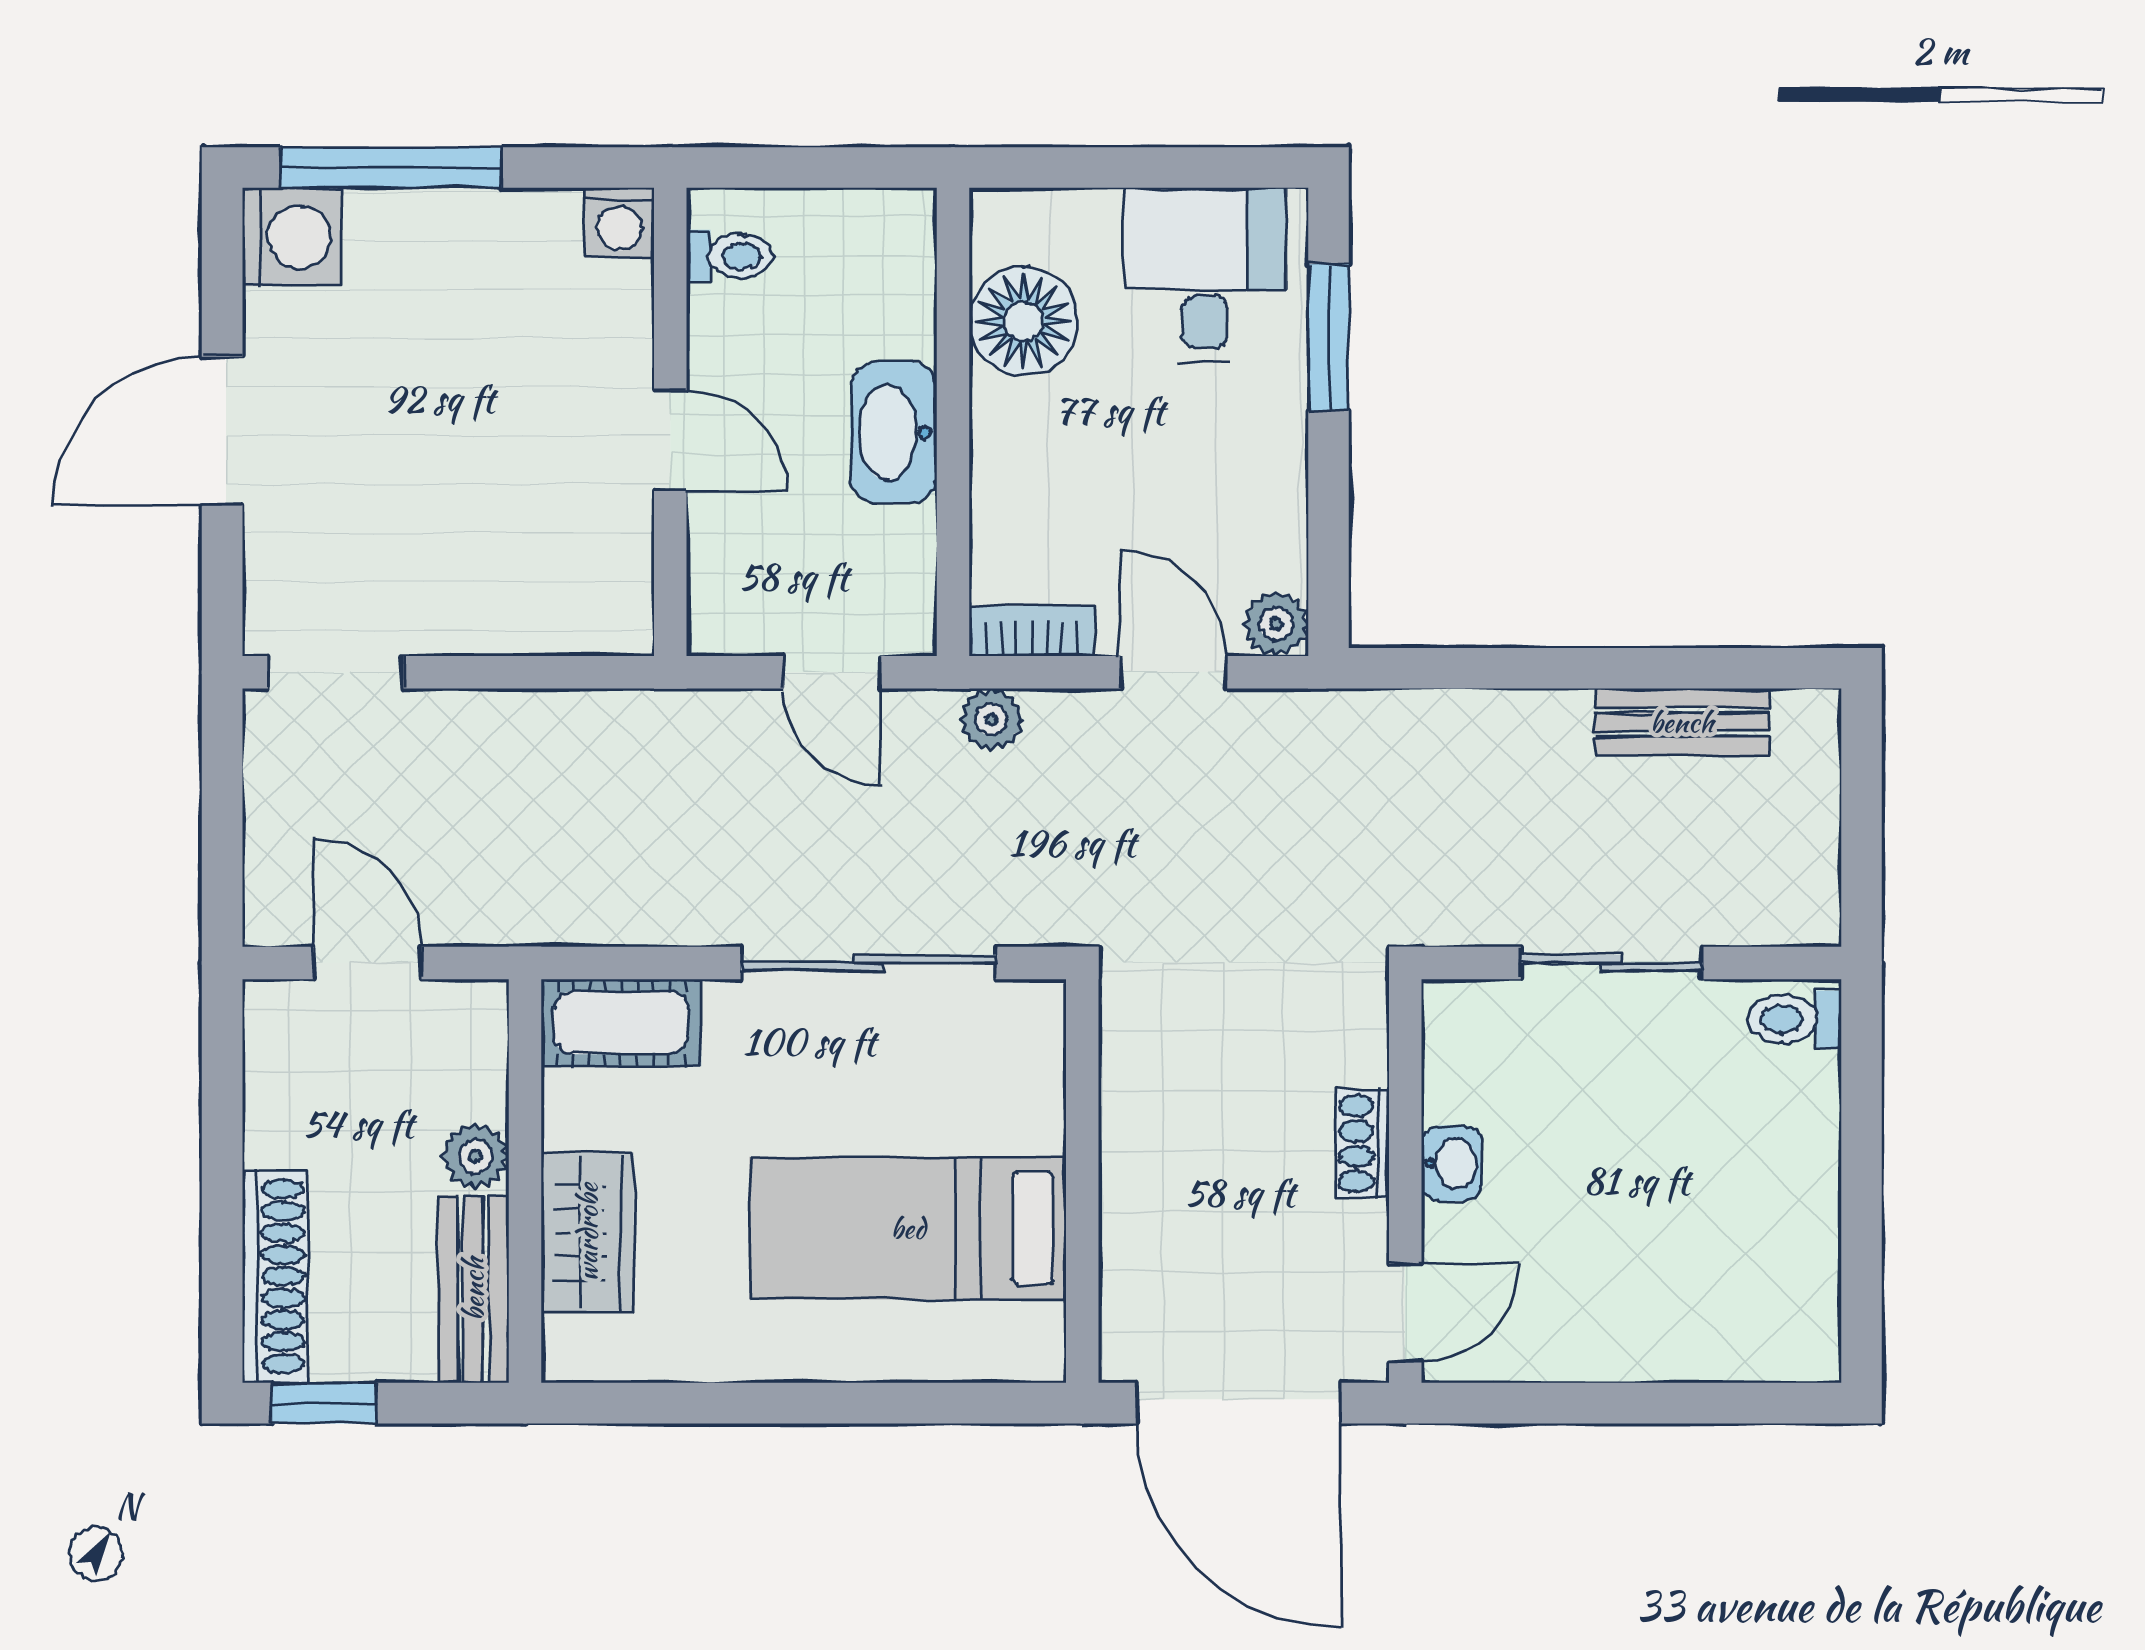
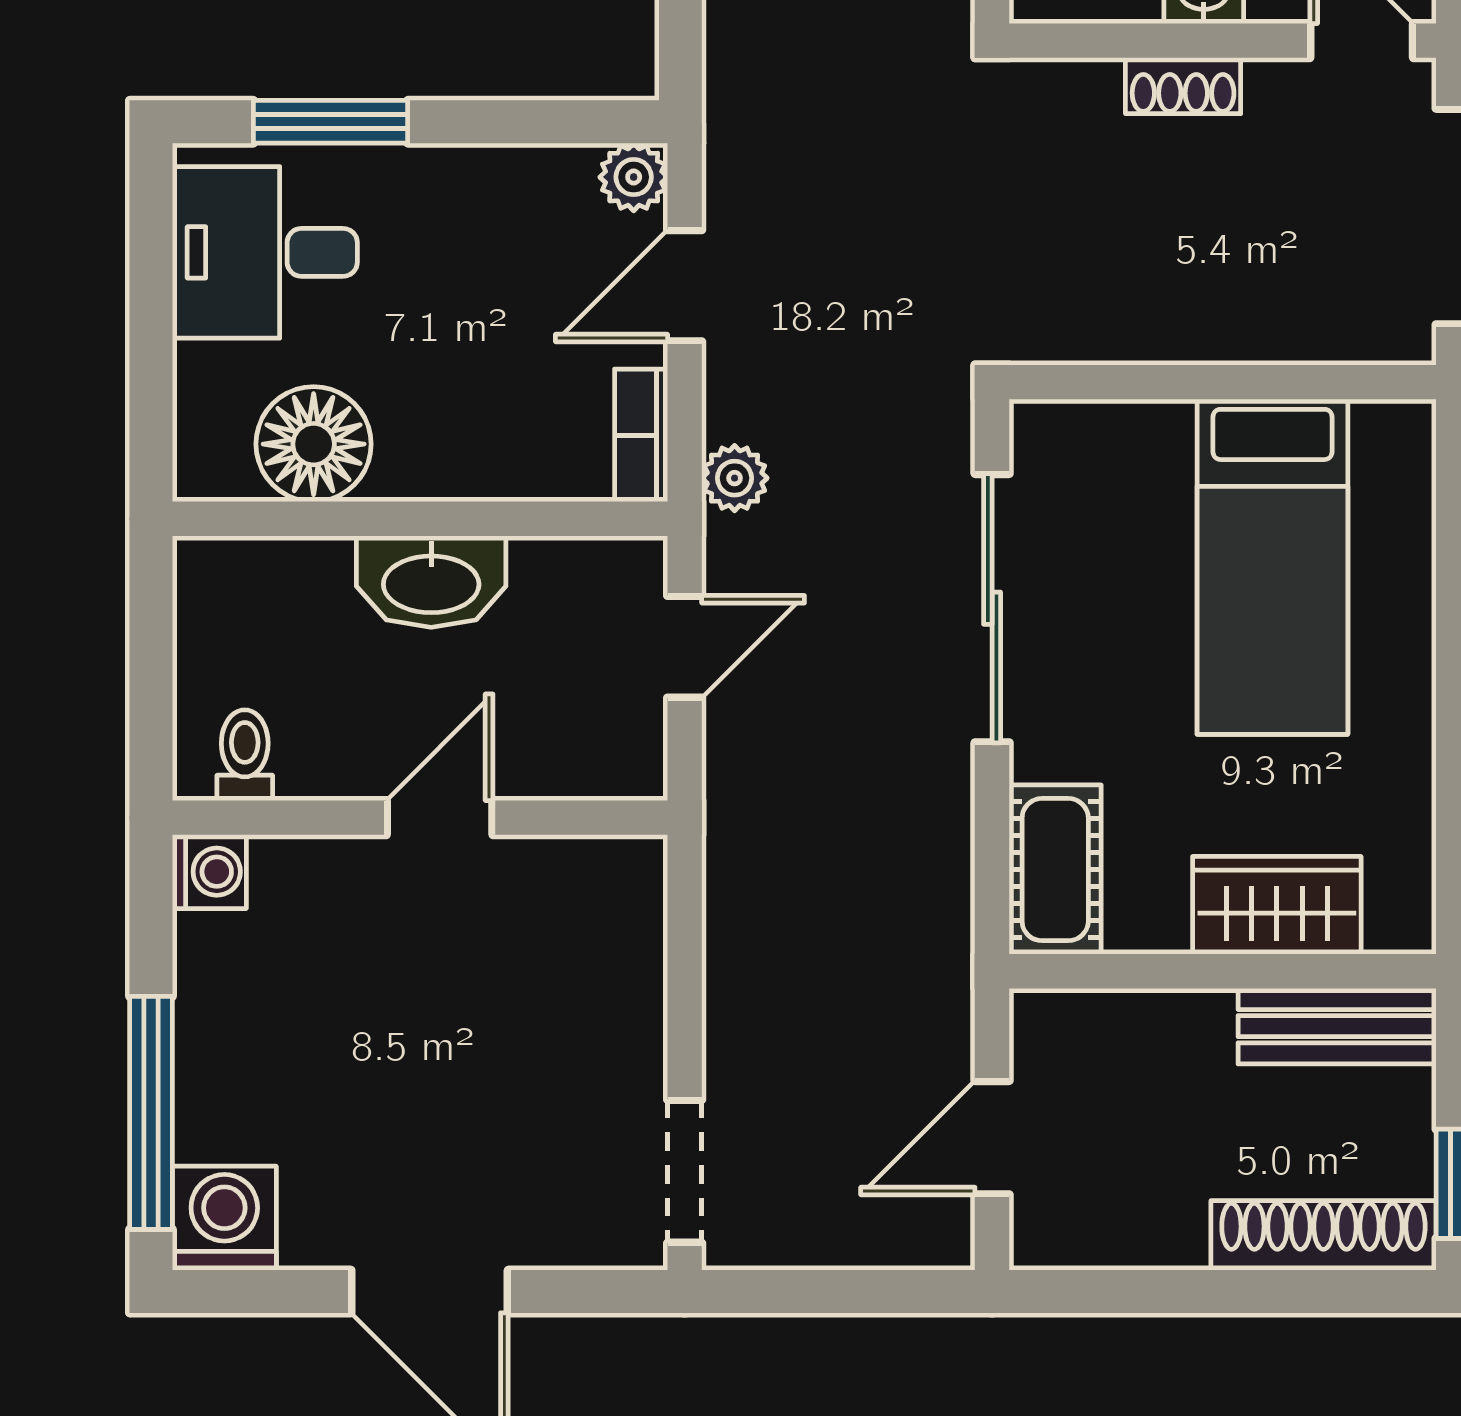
plant: (476, 1156) -> (1196, 1023), removed

